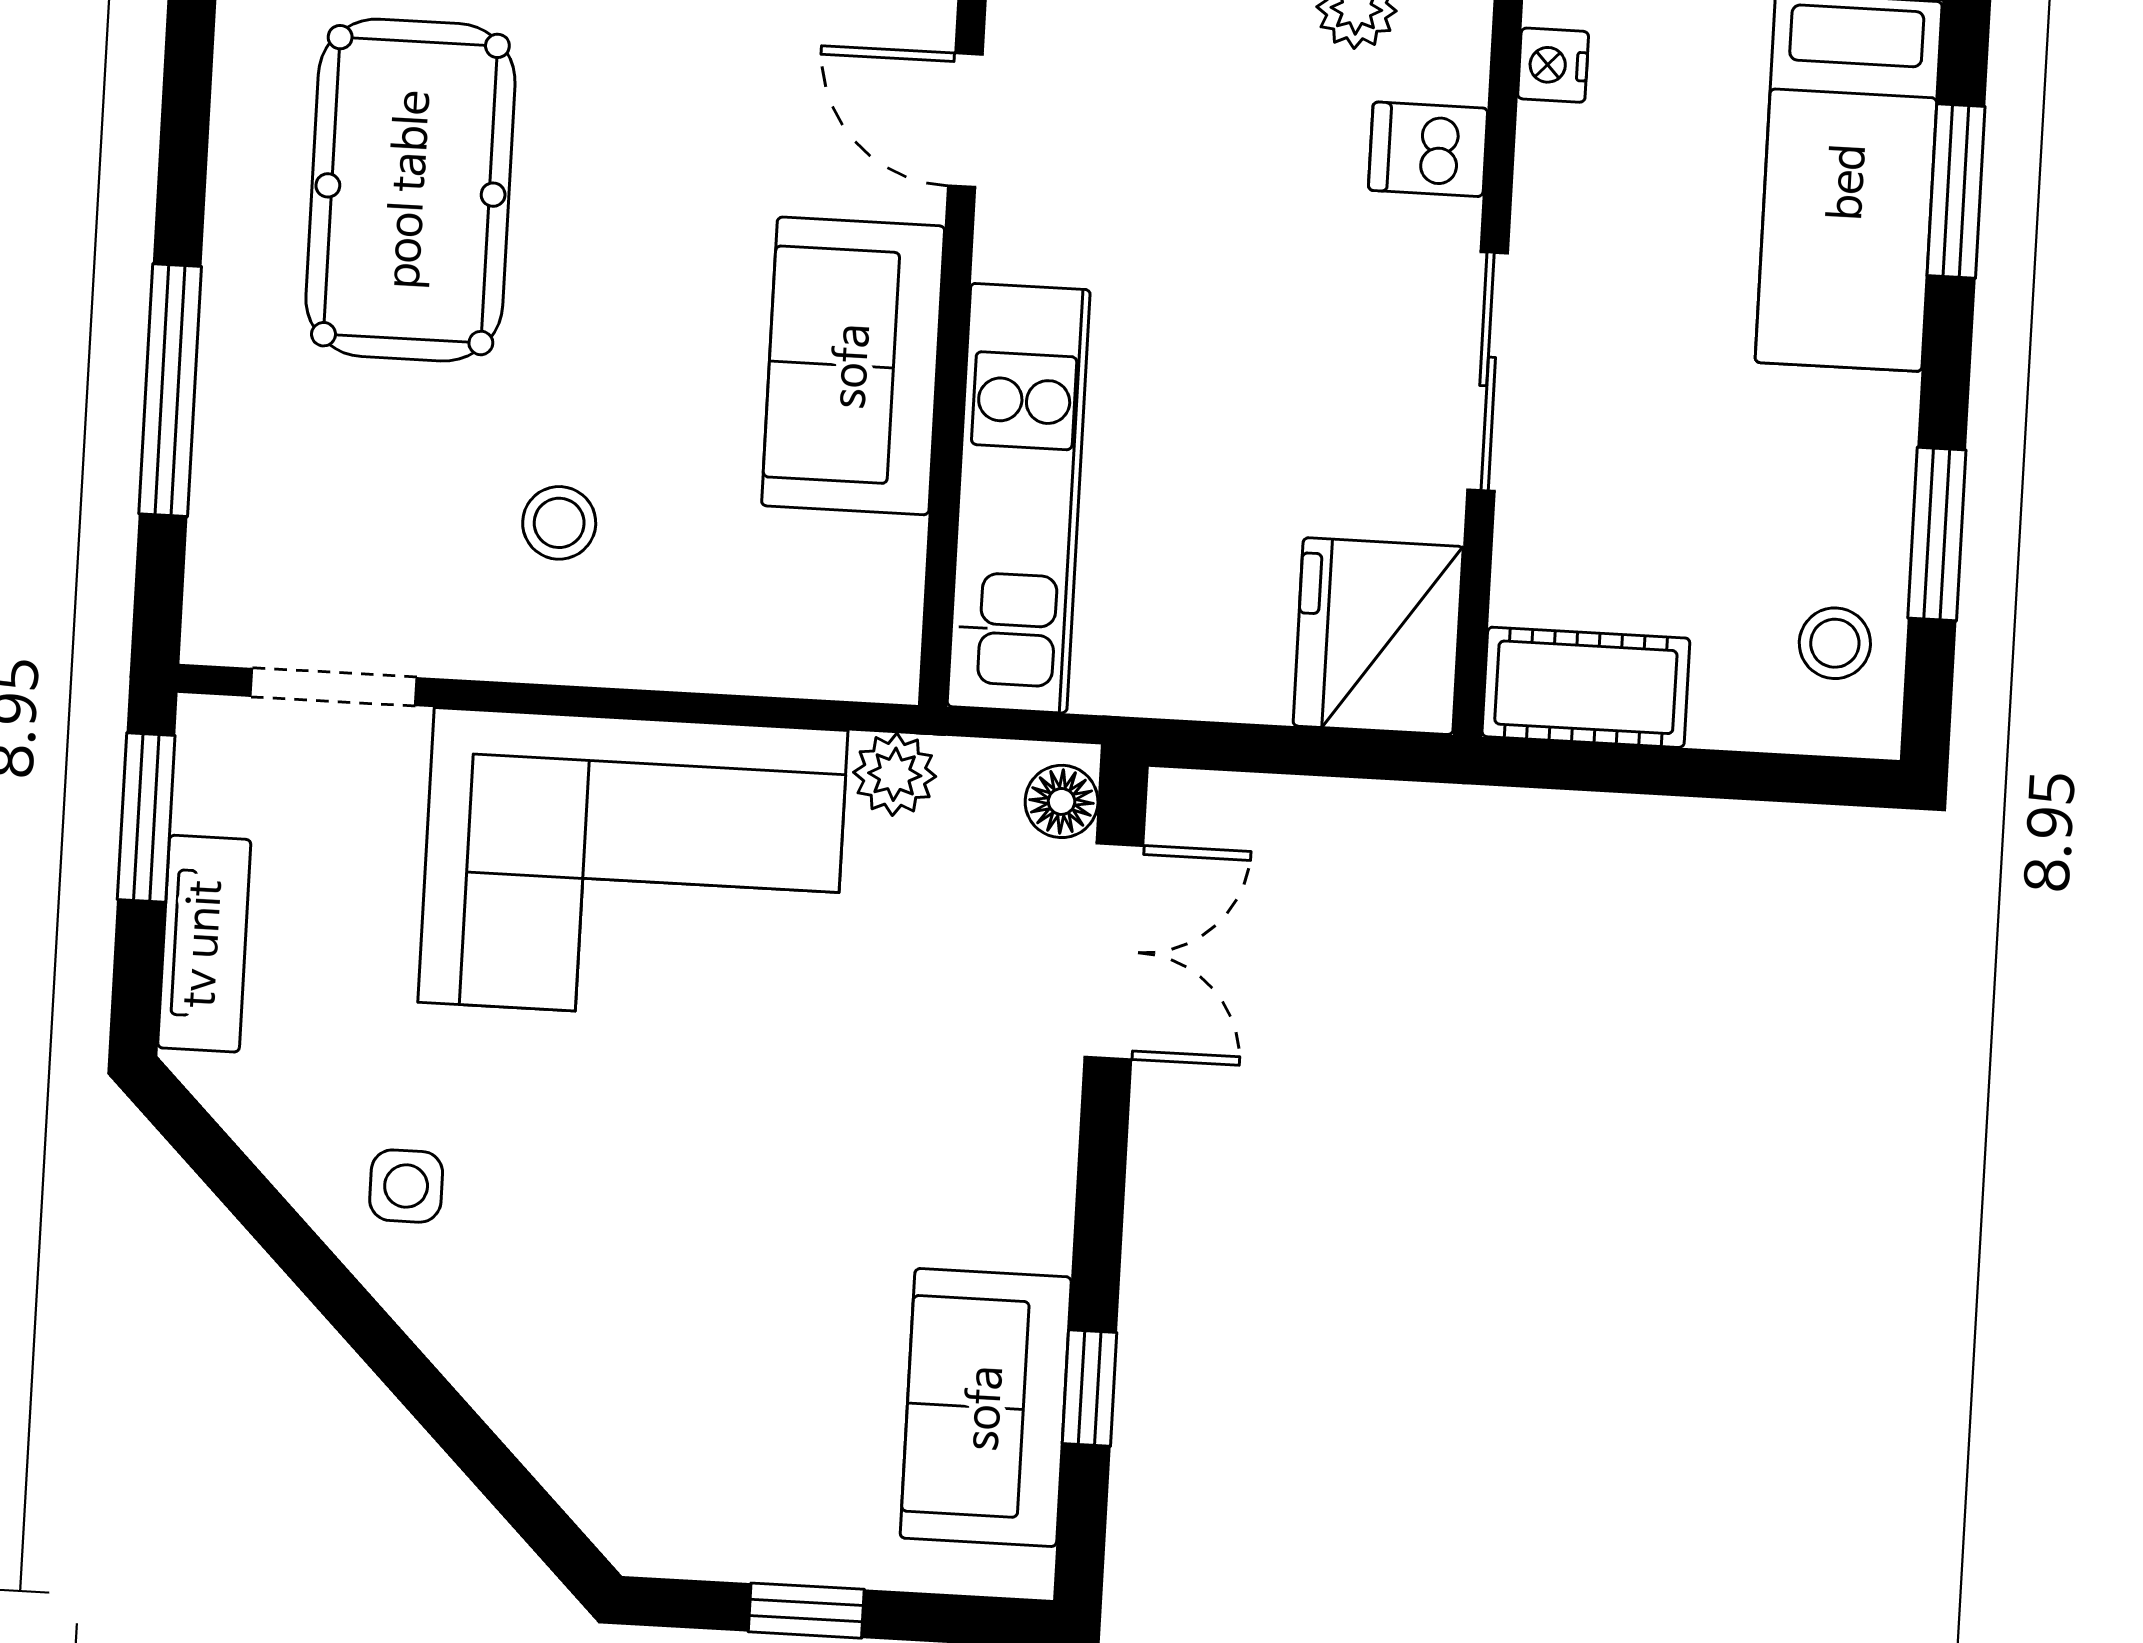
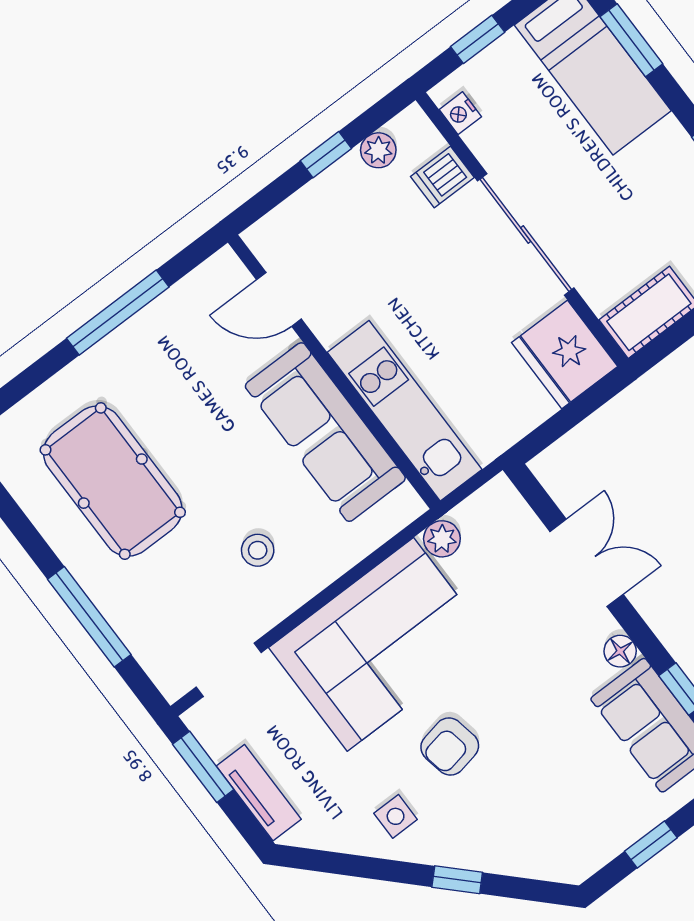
sofa: (853, 366) -> (325, 432), width x1.36
sliding door: (1488, 371) -> (526, 234), width x1.37
floor lamp: (1062, 801) -> (620, 651), moved
double door: (1114, 951) -> (587, 563), moved
armchair: (602, 1145) -> (450, 747), added
window: (419, 1386) -> (457, 880), added

